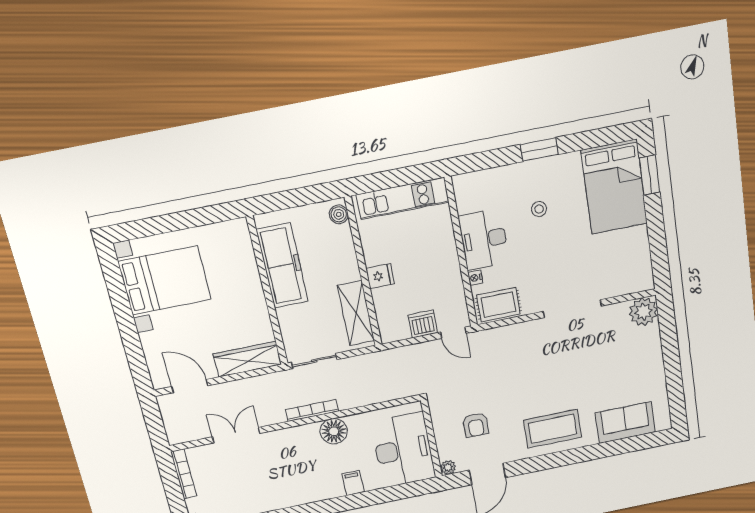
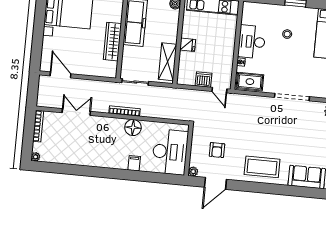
wardrobe: (247, 359) -> (112, 42), moved, turned -90

